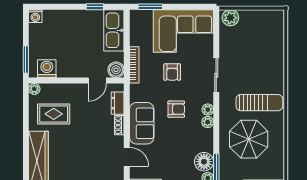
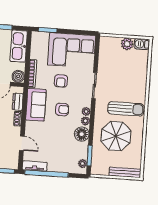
barbecue: (274, 17) -> (142, 44), added
plant: (230, 18) -> (127, 44), moved
sofa: (142, 123) -> (36, 105), moved
floor lamp: (204, 162) -> (82, 134), moved

